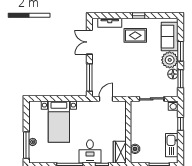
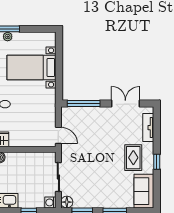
sofa: (170, 37) -> (144, 191), moved, turned -90
plant: (170, 60) -> (104, 198), removed
floor lamp: (173, 74) -> (67, 202), moved
door: (106, 99) -> (58, 135), moved

